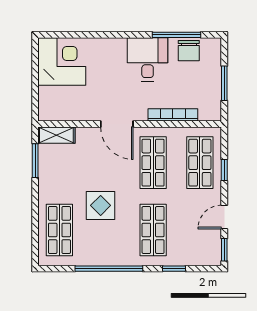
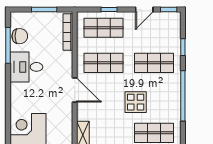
bookcase: (173, 115) -> (68, 32), moved
door: (117, 124) -> (75, 90), hinge flipped
door: (224, 217) -> (144, 10), hinge flipped

